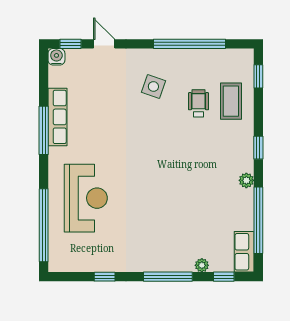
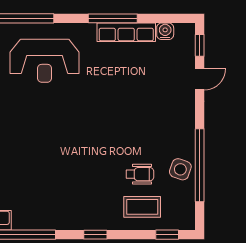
water cooler: (56, 57) -> (165, 31), moved, turned -90
side table: (153, 87) -> (180, 169), moved
plant: (246, 180) -> (62, 222), removed

